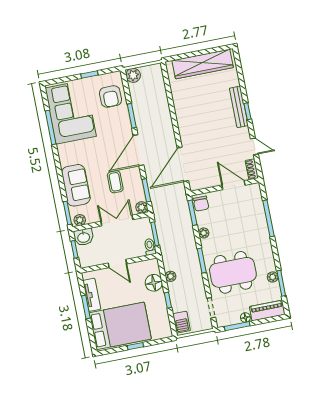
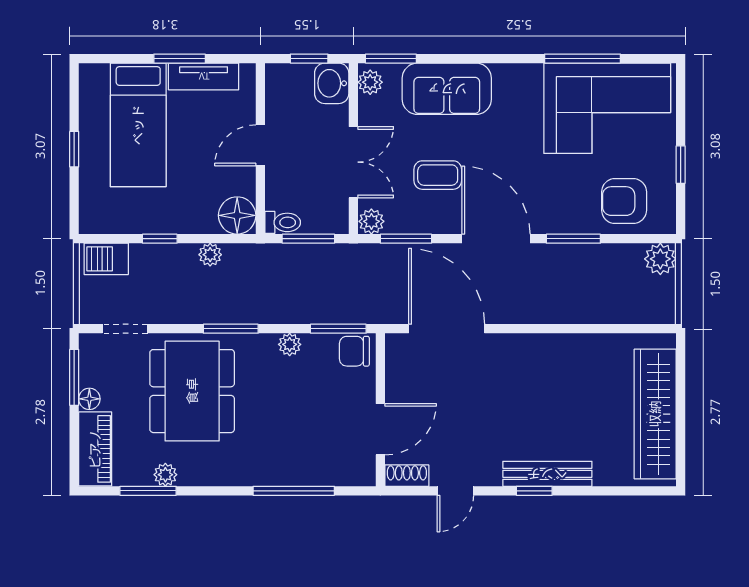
floor lamp: (154, 283) -> (237, 215), moved
bed: (120, 326) -> (138, 125), width x0.67

